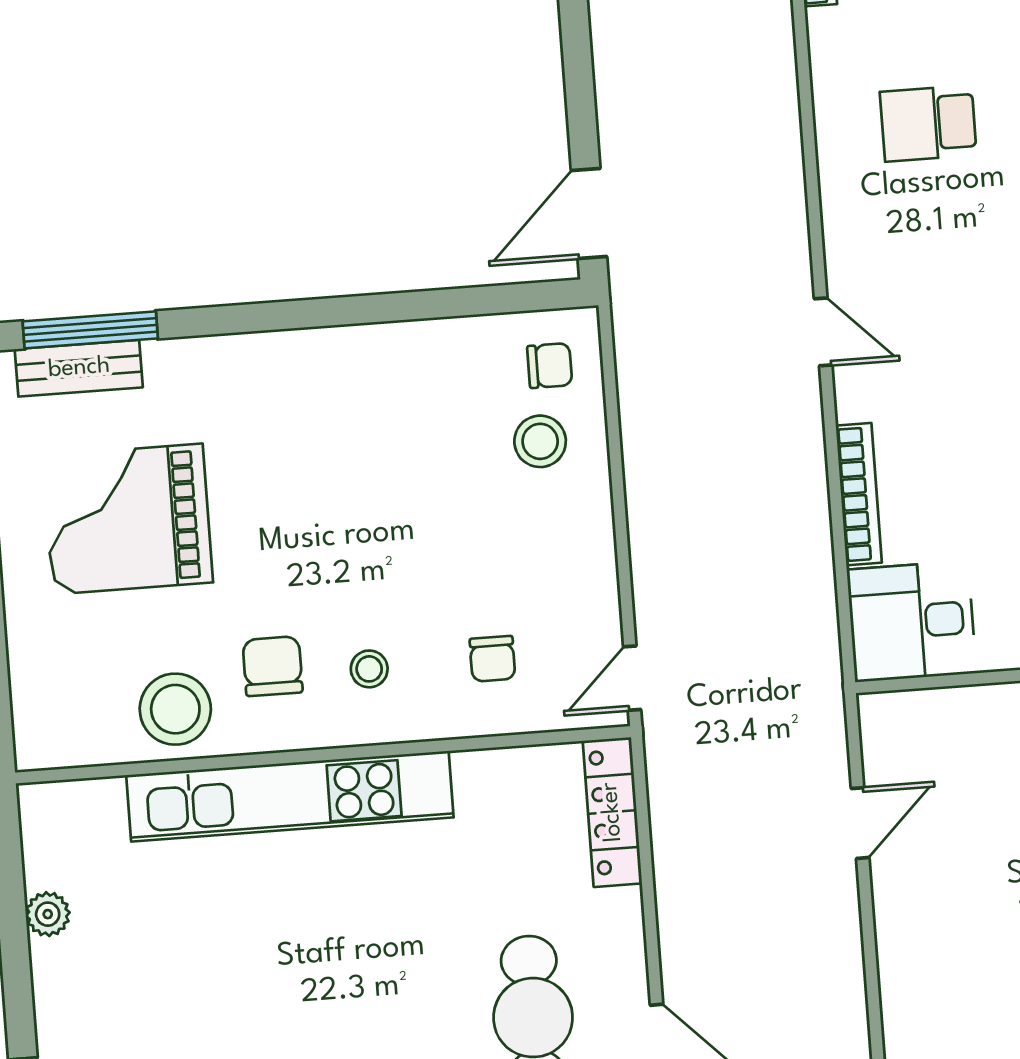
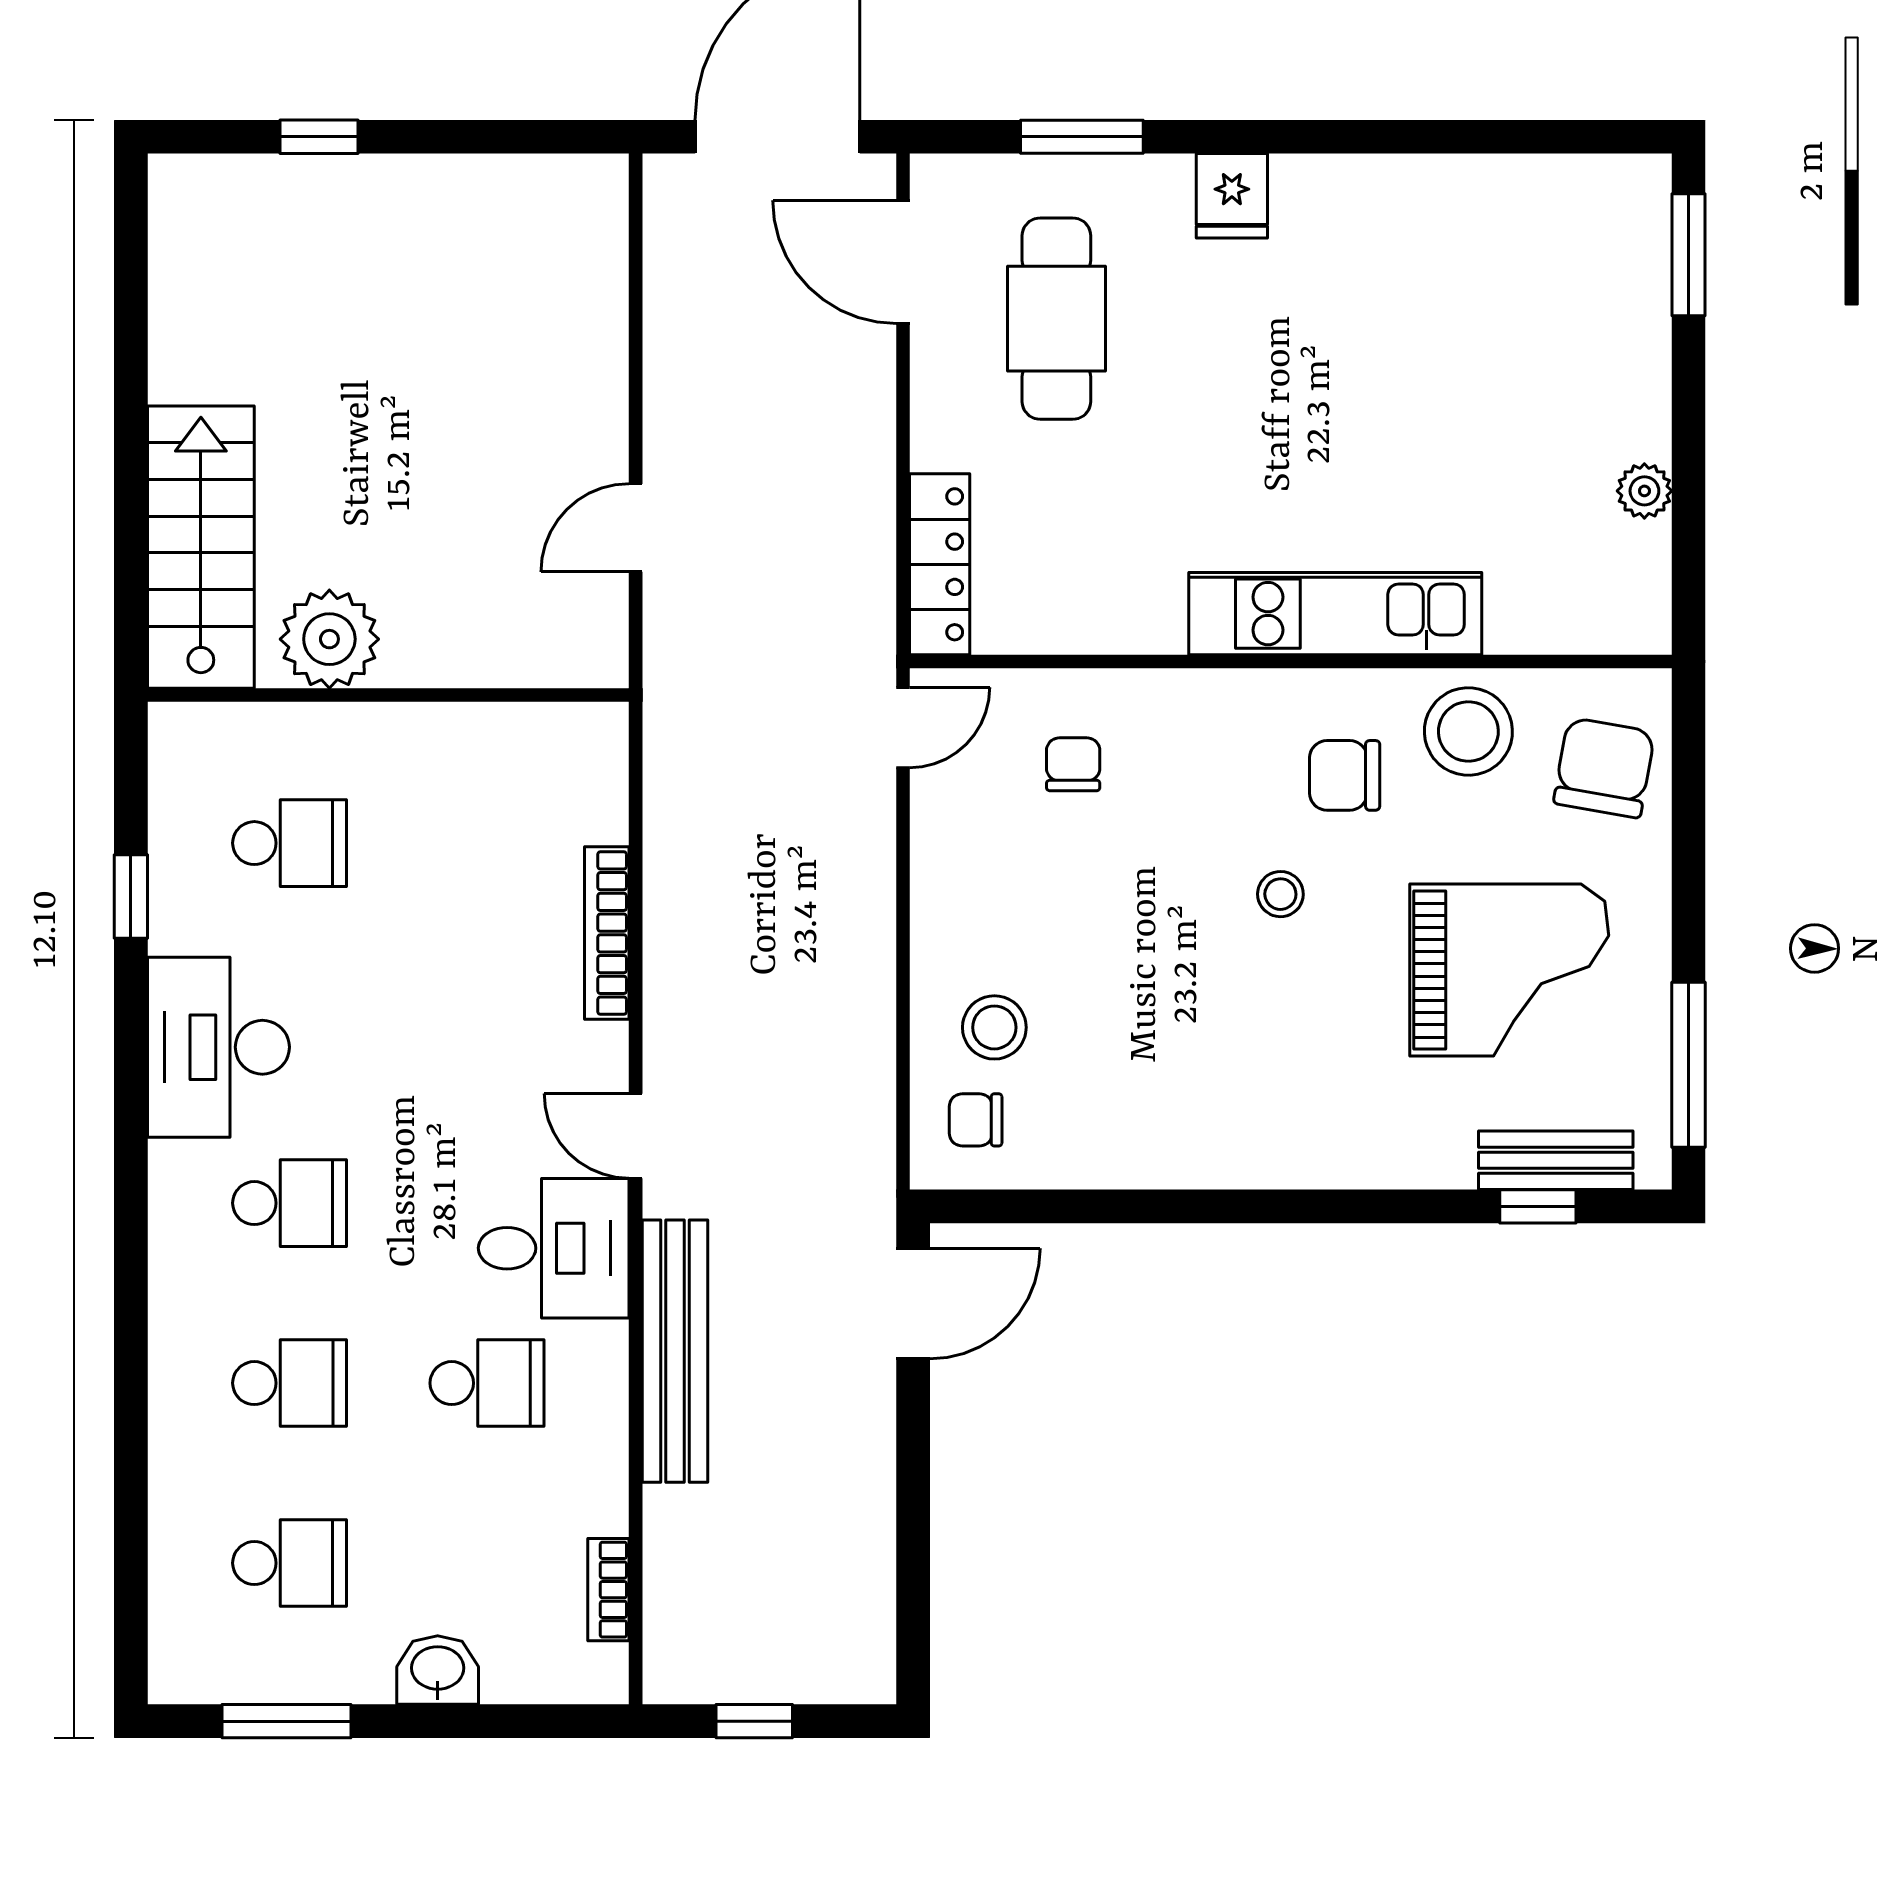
bench: (778, 161) -> (675, 1351), added
window: (90, 330) -> (1538, 1206), width x0.46
desk: (912, 621) -> (554, 1248), moved
chair: (273, 666) -> (1345, 775), turned 90
stool: (369, 669) -> (1280, 894), moved
chair: (63, 688) -> (1604, 768), added
kitchen unit: (290, 796) -> (1335, 614), width x0.73

